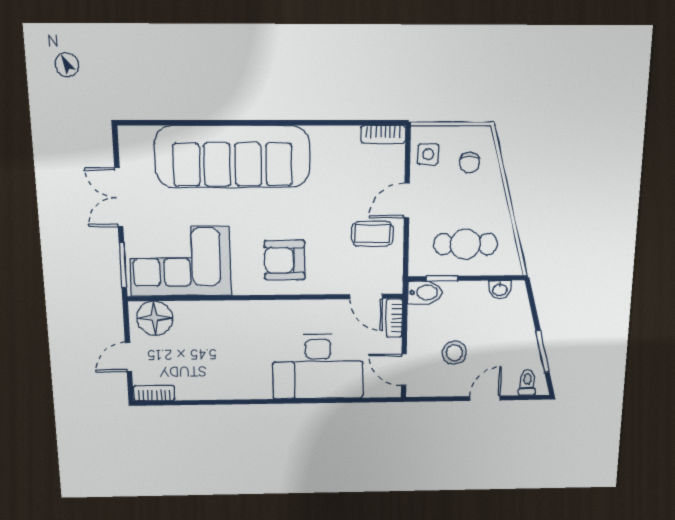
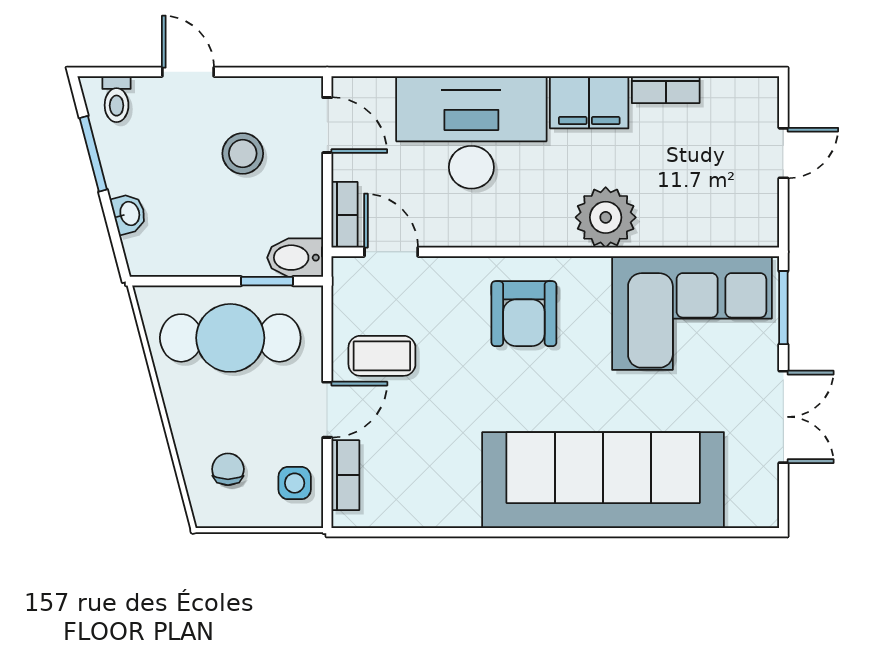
bookcase: (383, 134) -> (345, 475), moved, turned 90
cafe table: (465, 244) -> (230, 338), width x1.37, depth x1.35
armchair: (285, 260) -> (524, 314), turned 90
washbasin: (500, 289) -> (129, 214), moved, turned 75
floor lamp: (155, 318) -> (737, 219), removed
plant: (236, 318) -> (606, 217), added
filing cabinet: (248, 385) -> (589, 102), added
bookcase: (154, 393) -> (666, 90), moved
door: (485, 398) -> (188, 72), swing flipped

